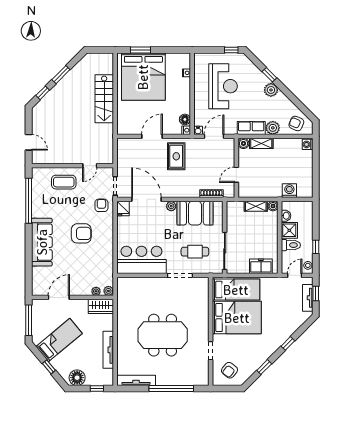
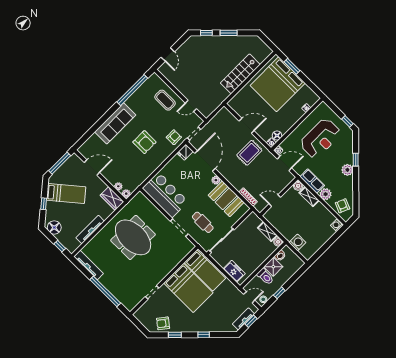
meeting table: (163, 335) -> (133, 237), moved
armchair: (229, 370) -> (163, 323), moved

